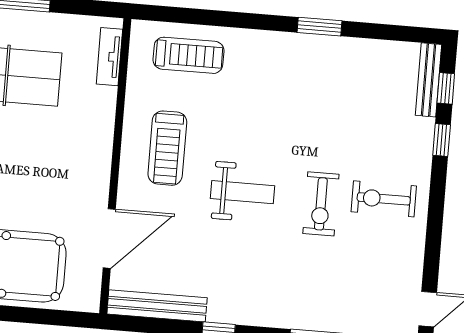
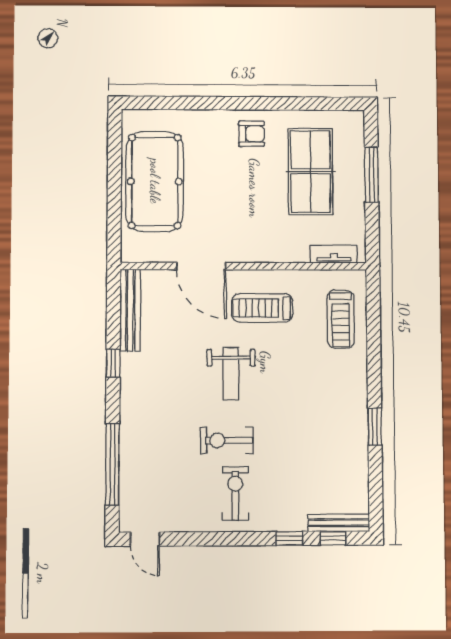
door: (109, 239) -> (201, 266), moved

